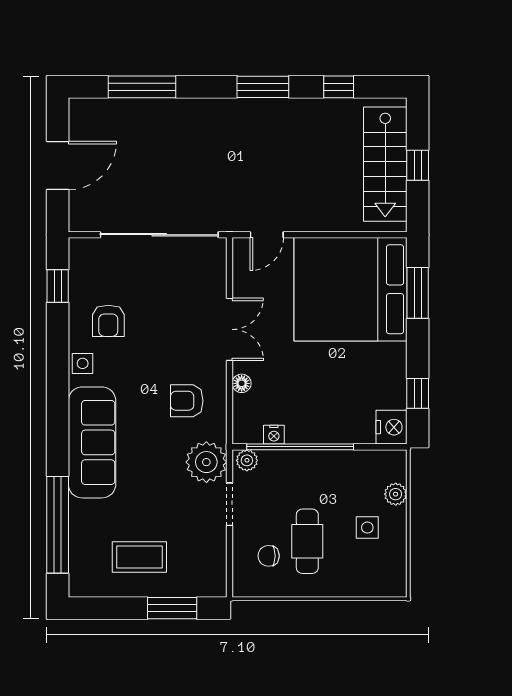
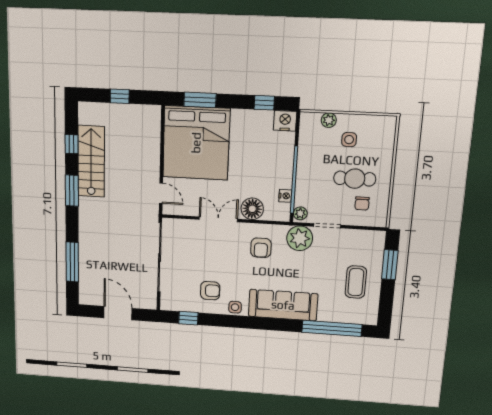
stairs: (385, 164) -> (91, 161), moved, turned -90
floor lamp: (242, 383) -> (252, 209), width x1.89, depth x1.89

